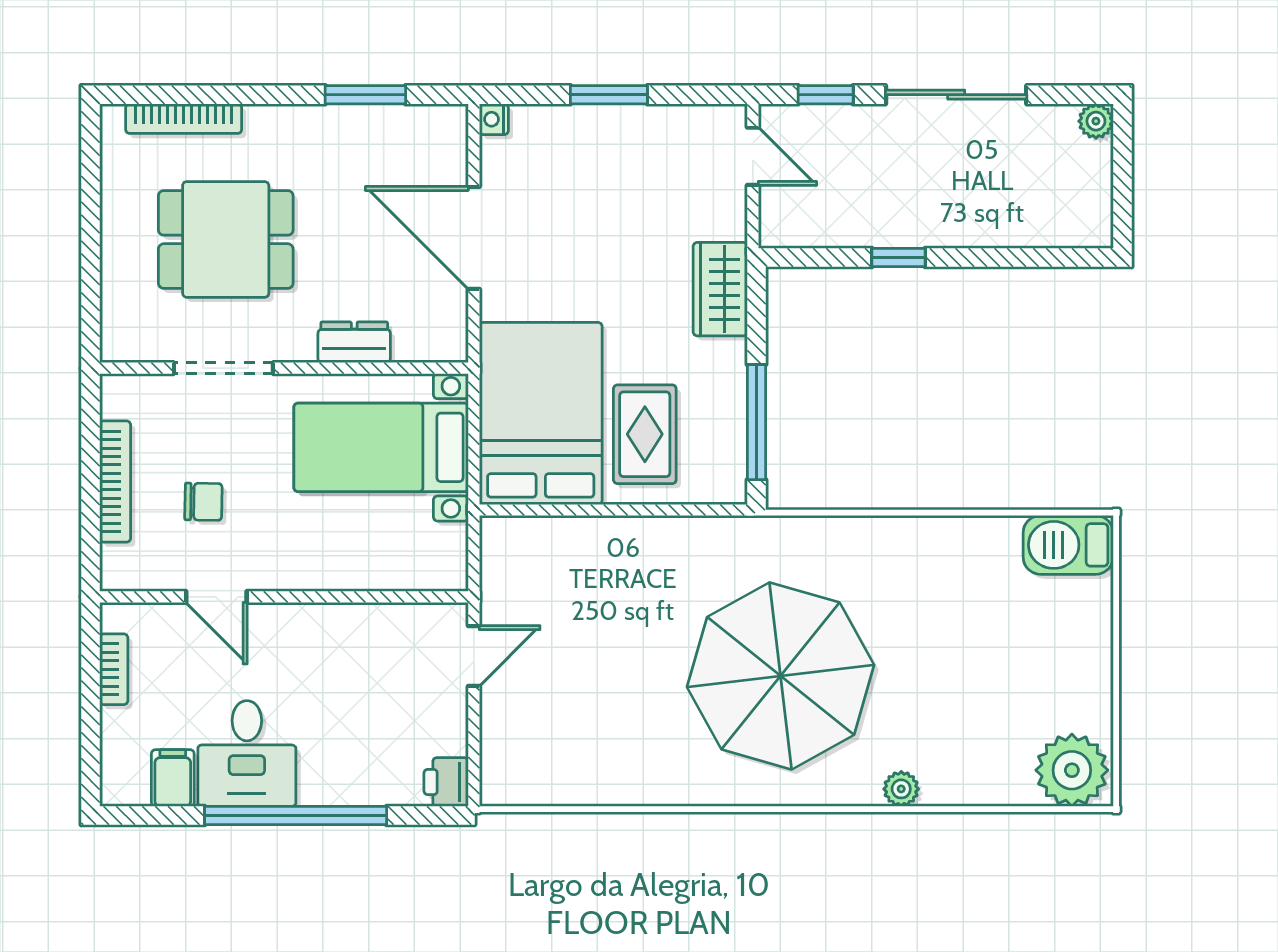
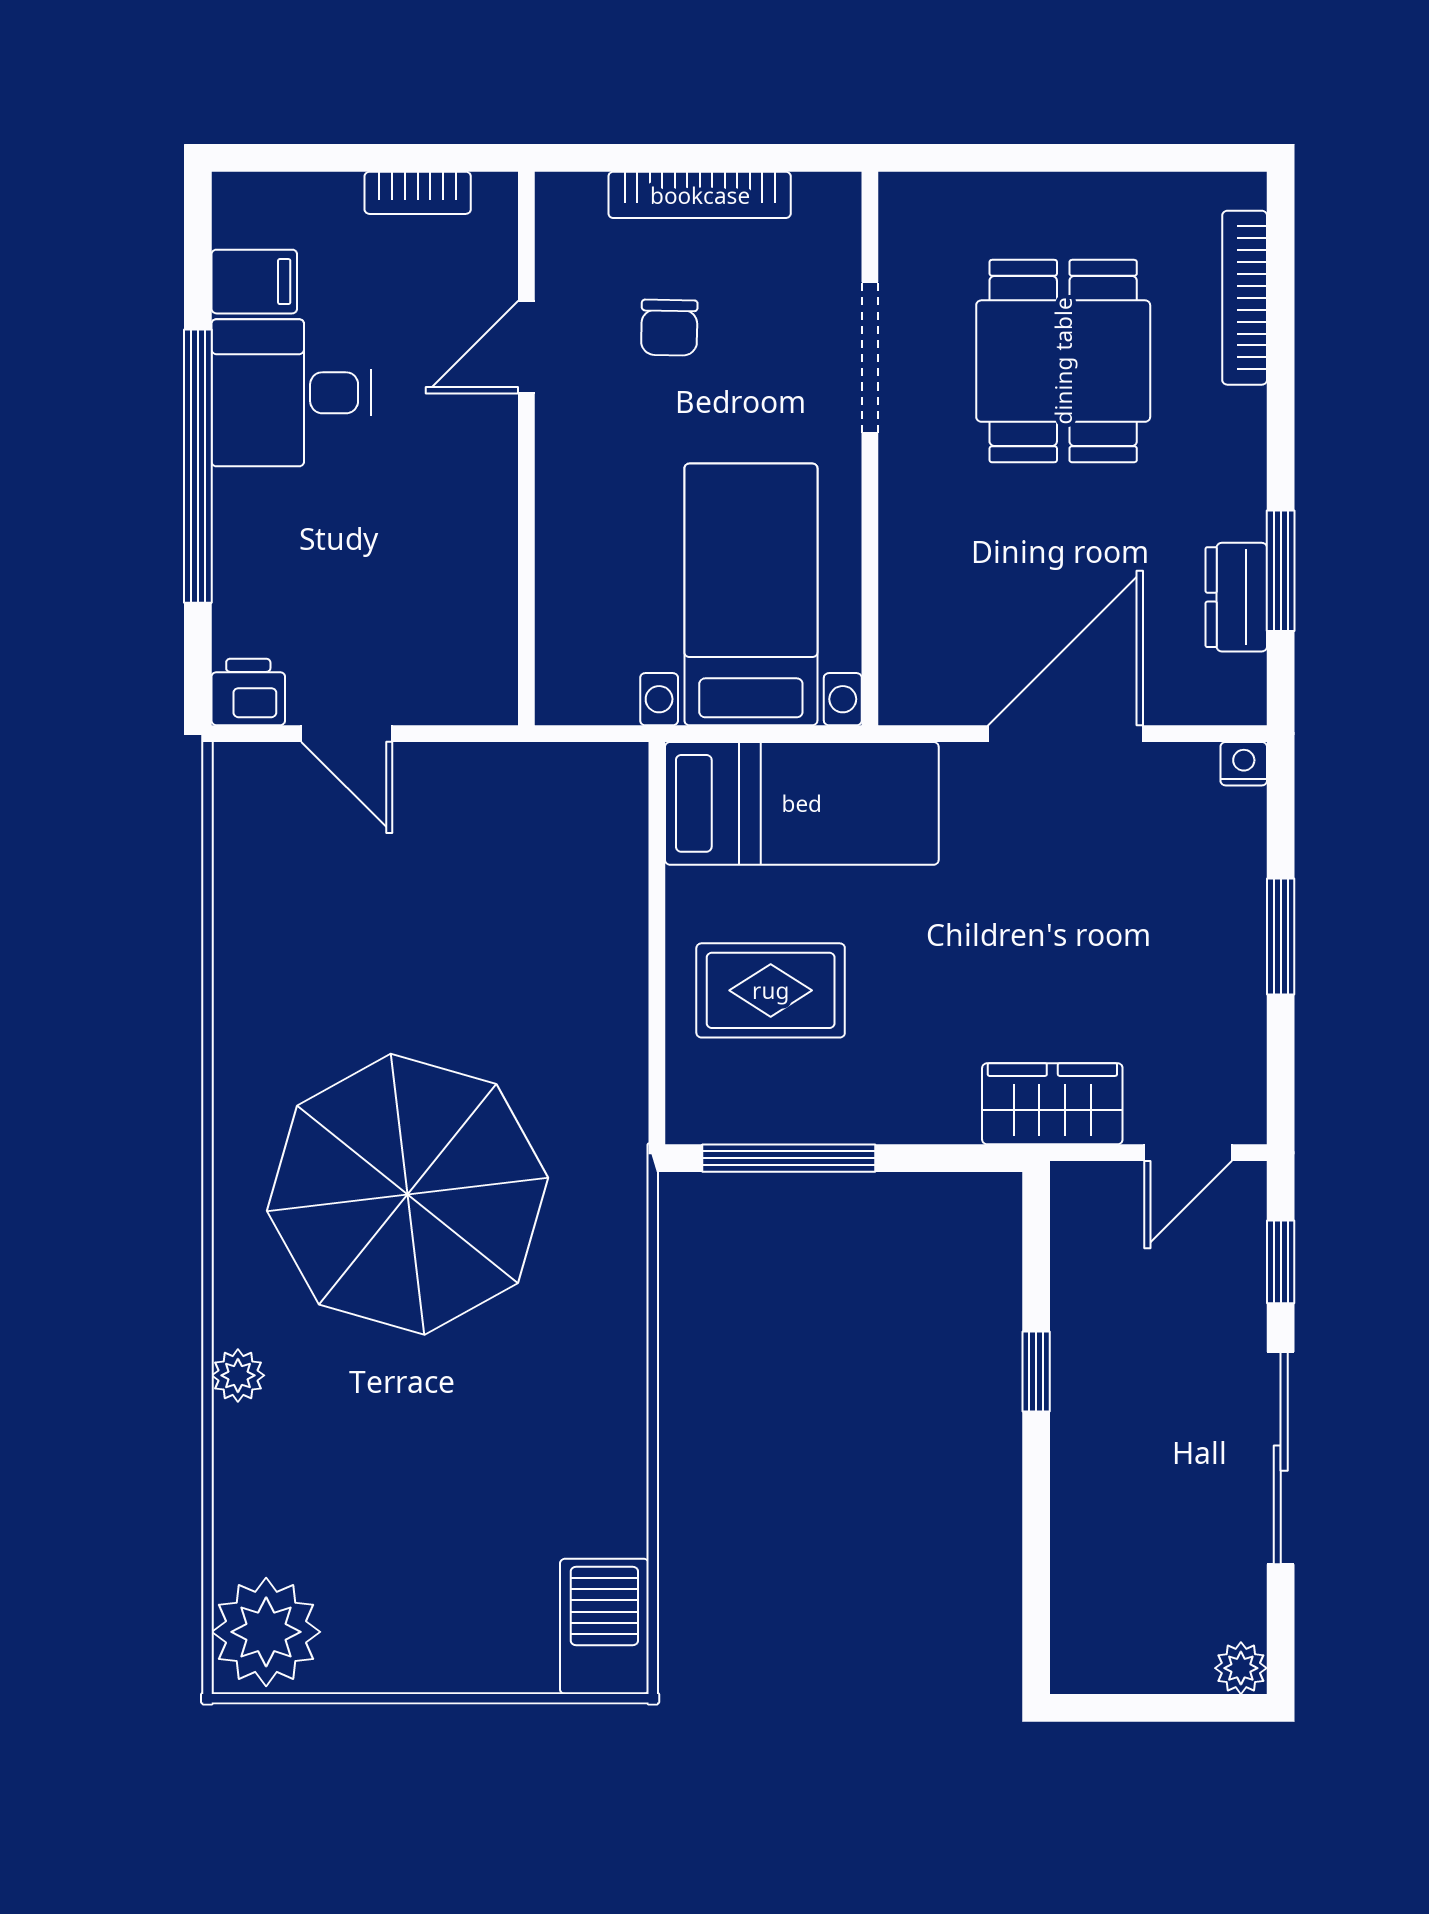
wardrobe: (720, 289) -> (1052, 1104), moved
dresser: (354, 342) -> (1236, 597), moved, turned 180
bed: (541, 413) -> (802, 803), width x0.67
door: (474, 656) -> (347, 734), moved

